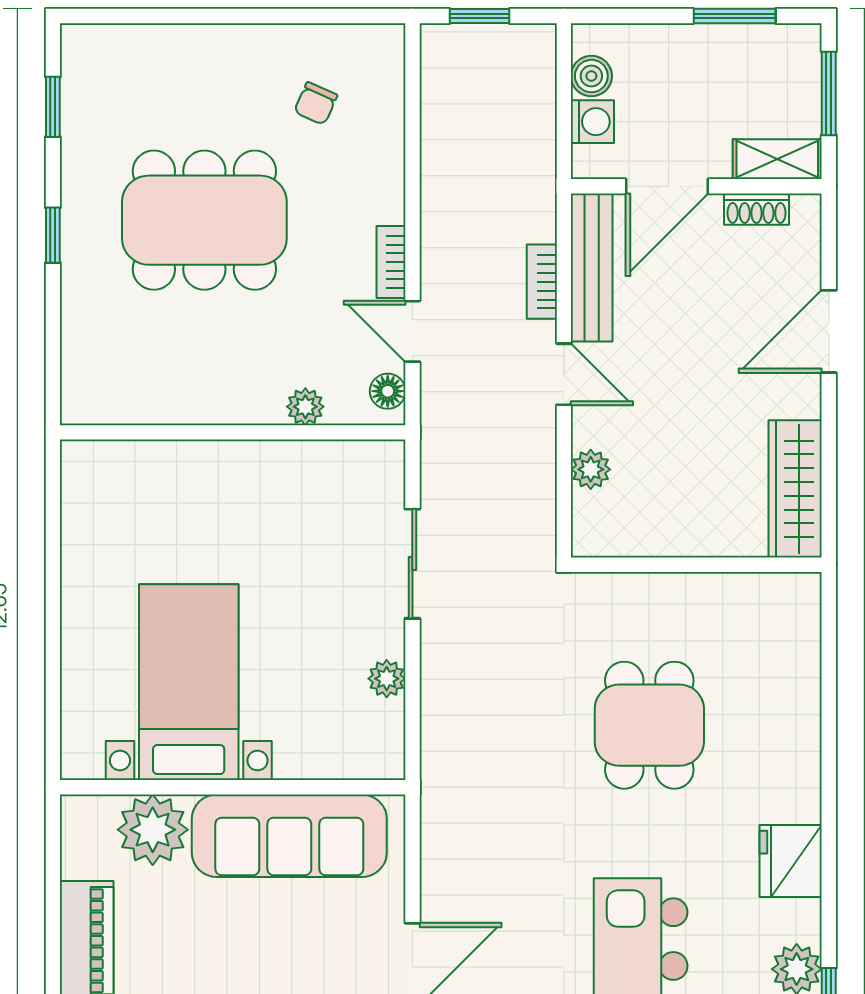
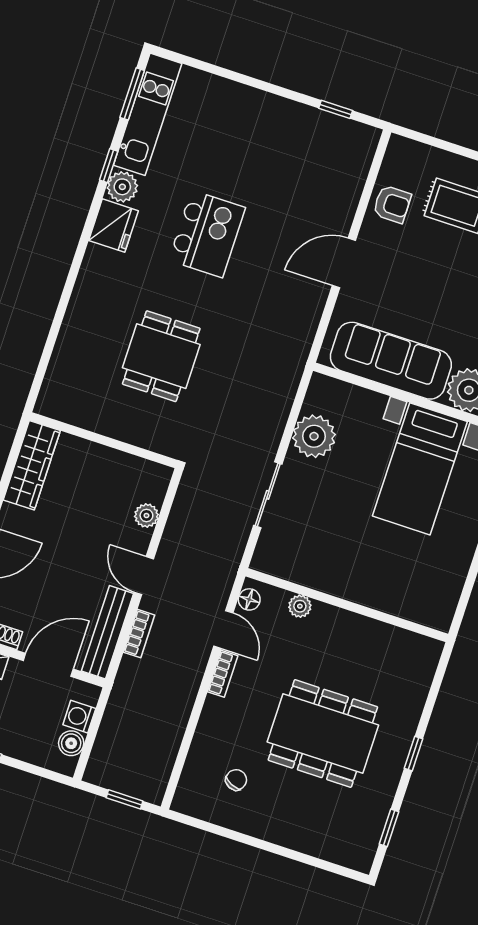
plant: (387, 679) -> (314, 436), width x1.88, depth x1.88
fridge: (791, 861) -> (113, 226), moved

